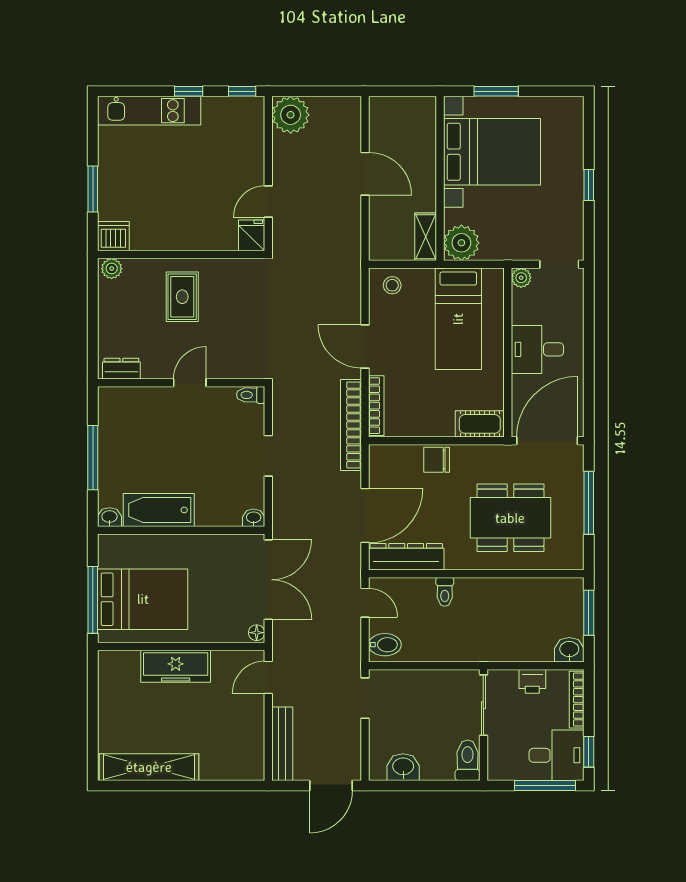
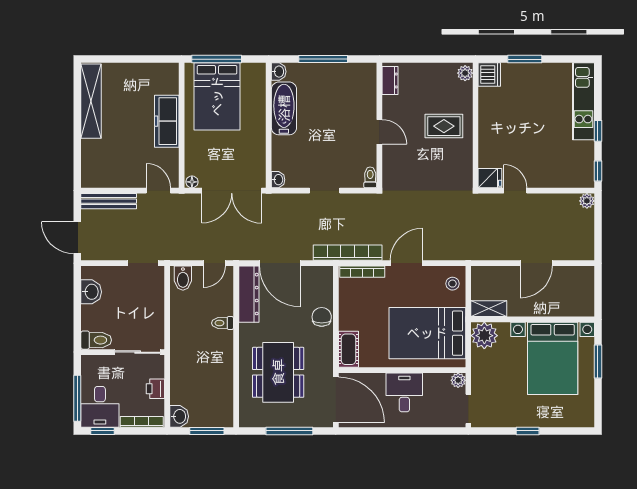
plant: (291, 115) -> (587, 201), width x0.53, depth x0.53
bed: (458, 319) -> (427, 333), width x1.50

